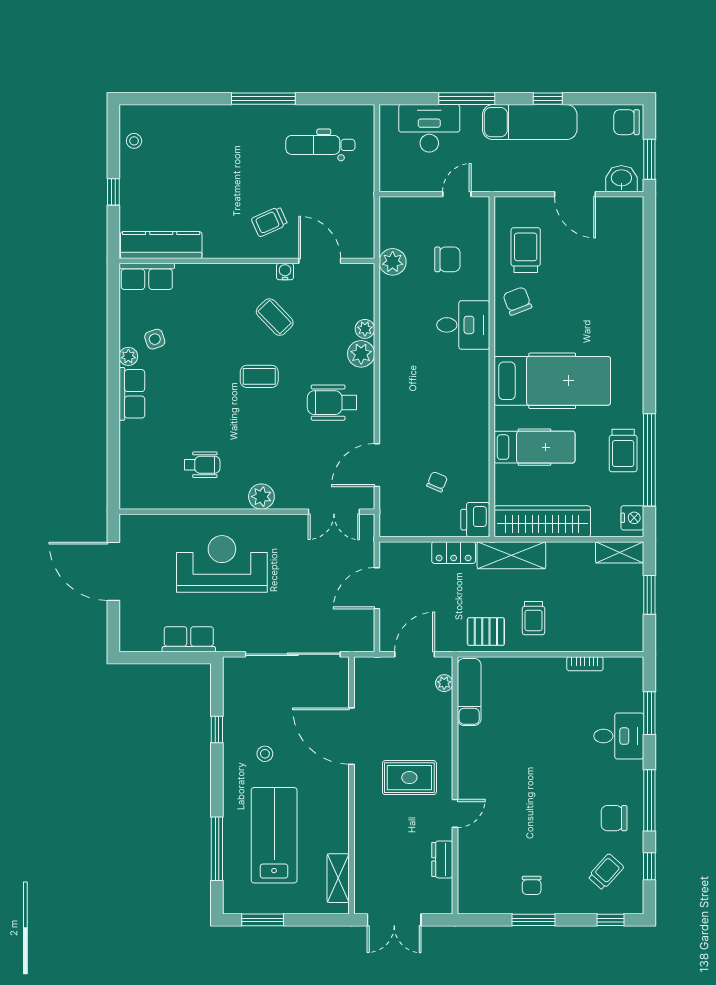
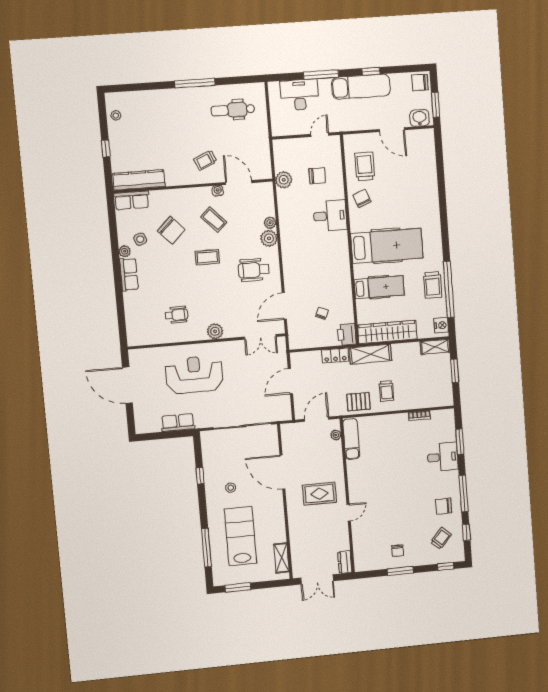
chair: (205, 329) -> (171, 230), added
dresser: (442, 859) -> (345, 562), moved

